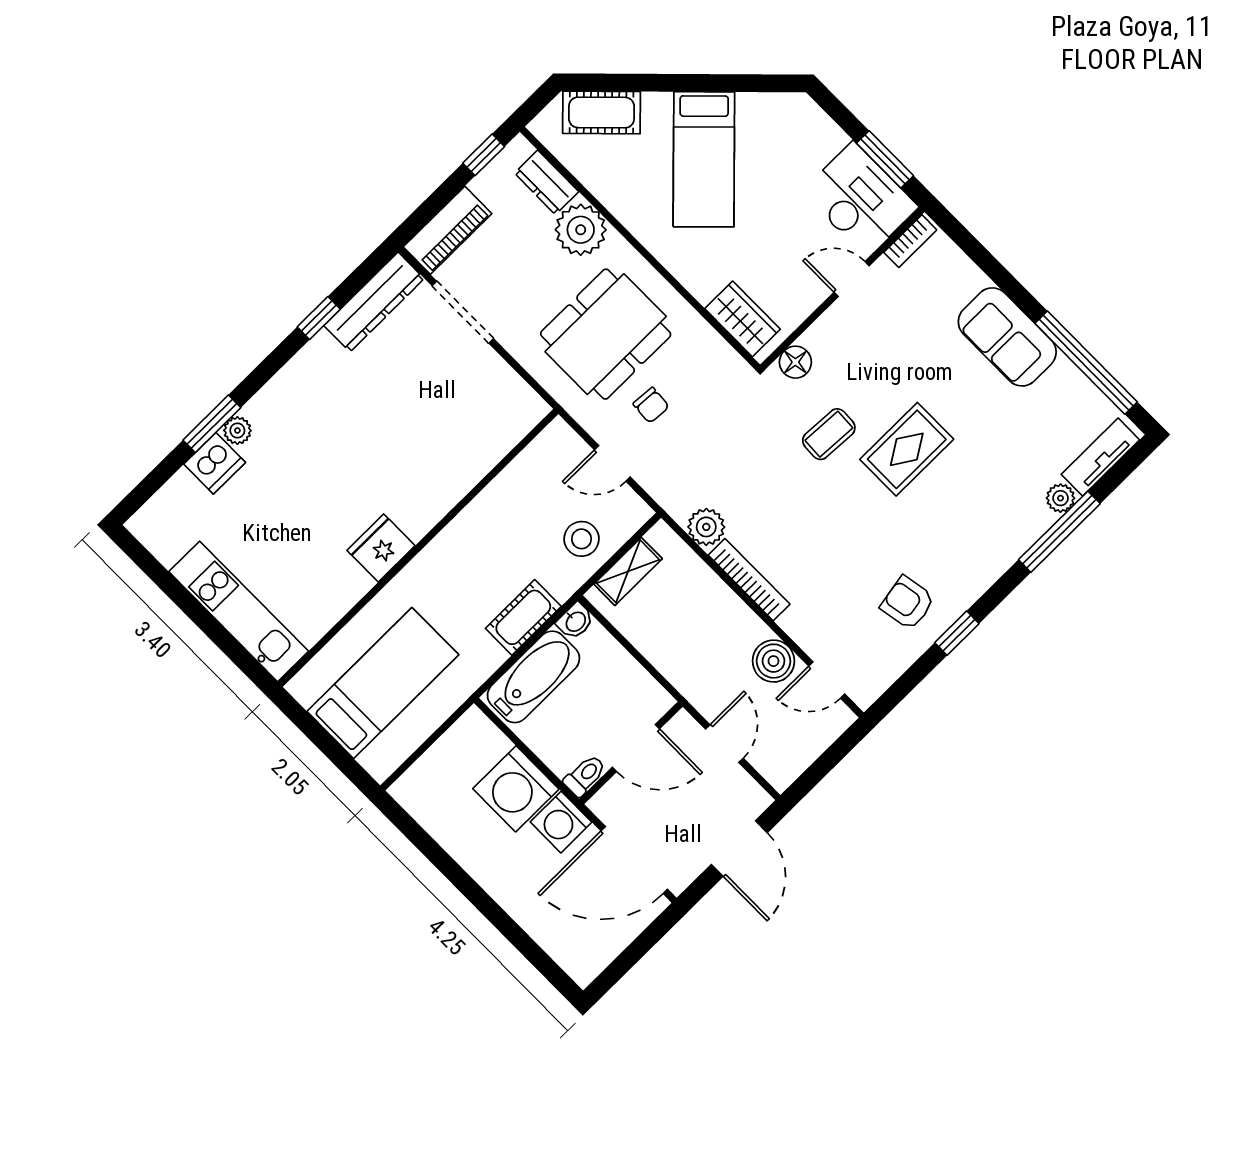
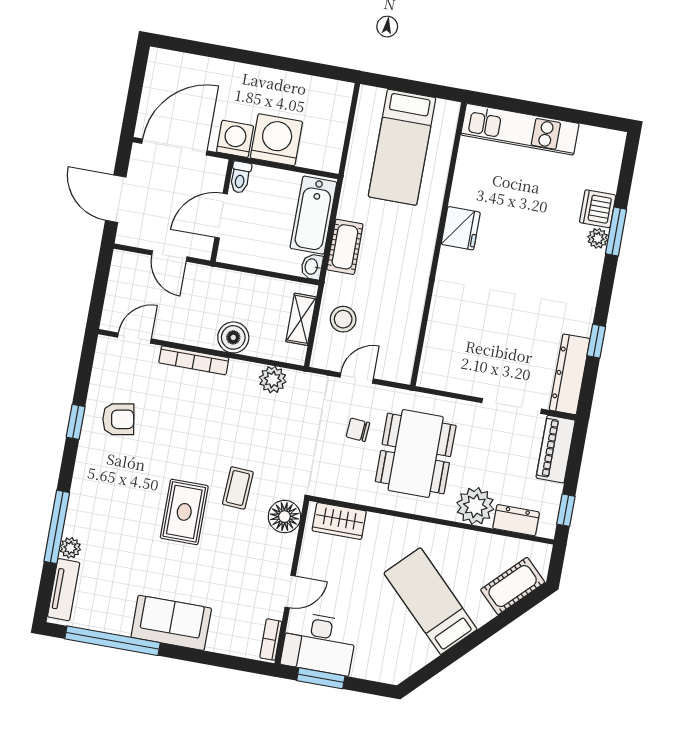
floor lamp: (795, 362) -> (284, 517), width x1.38, depth x1.38
bookcase: (749, 580) -> (194, 360), moved
boiler: (773, 661) -> (233, 337), moved

